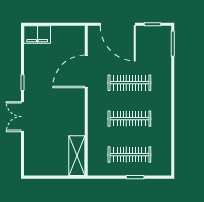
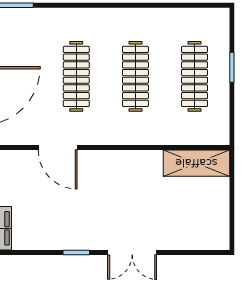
door: (86, 71) -> (58, 148), width x0.73

